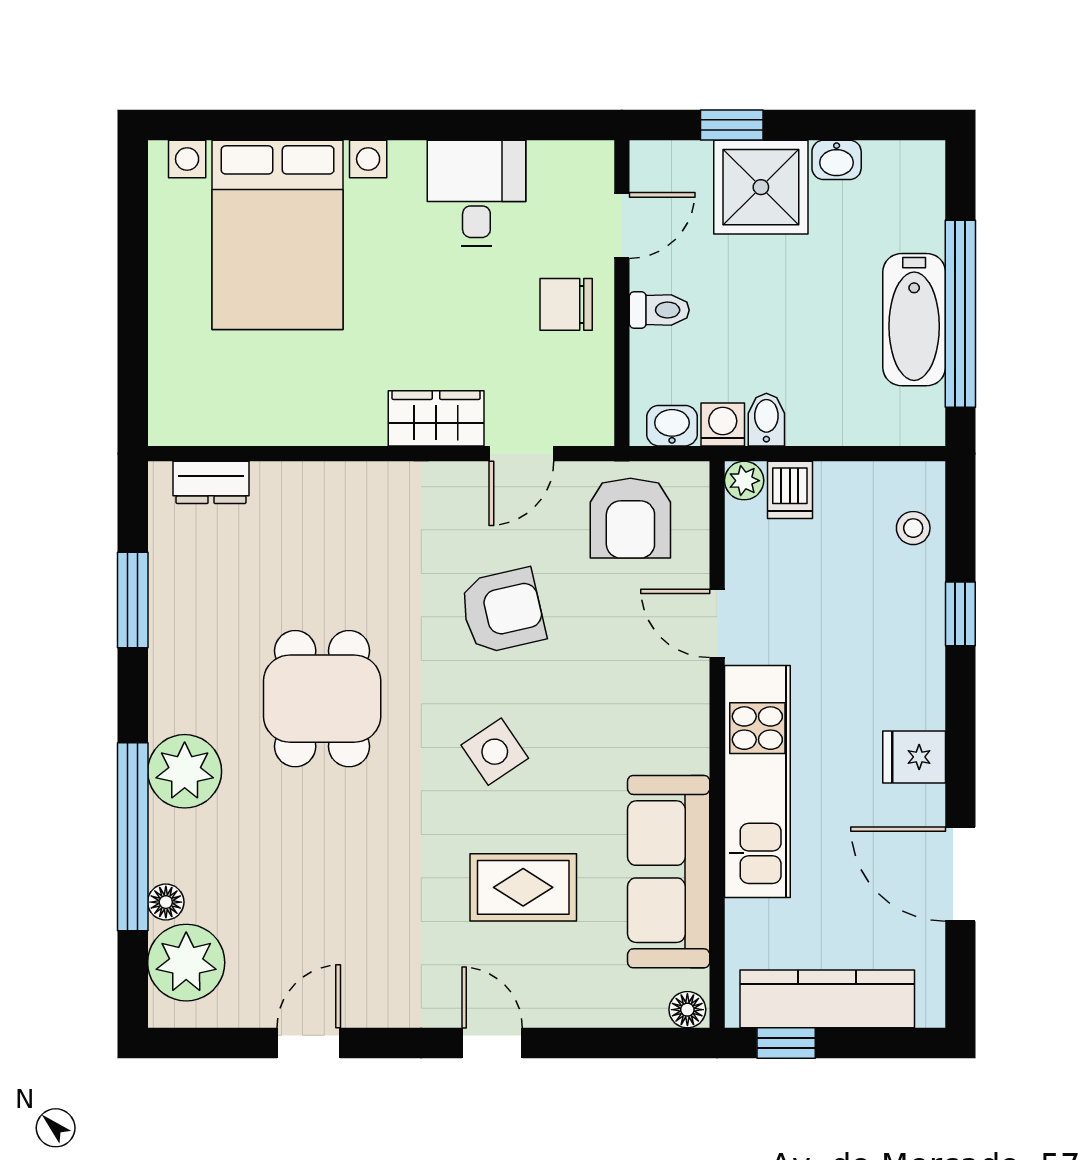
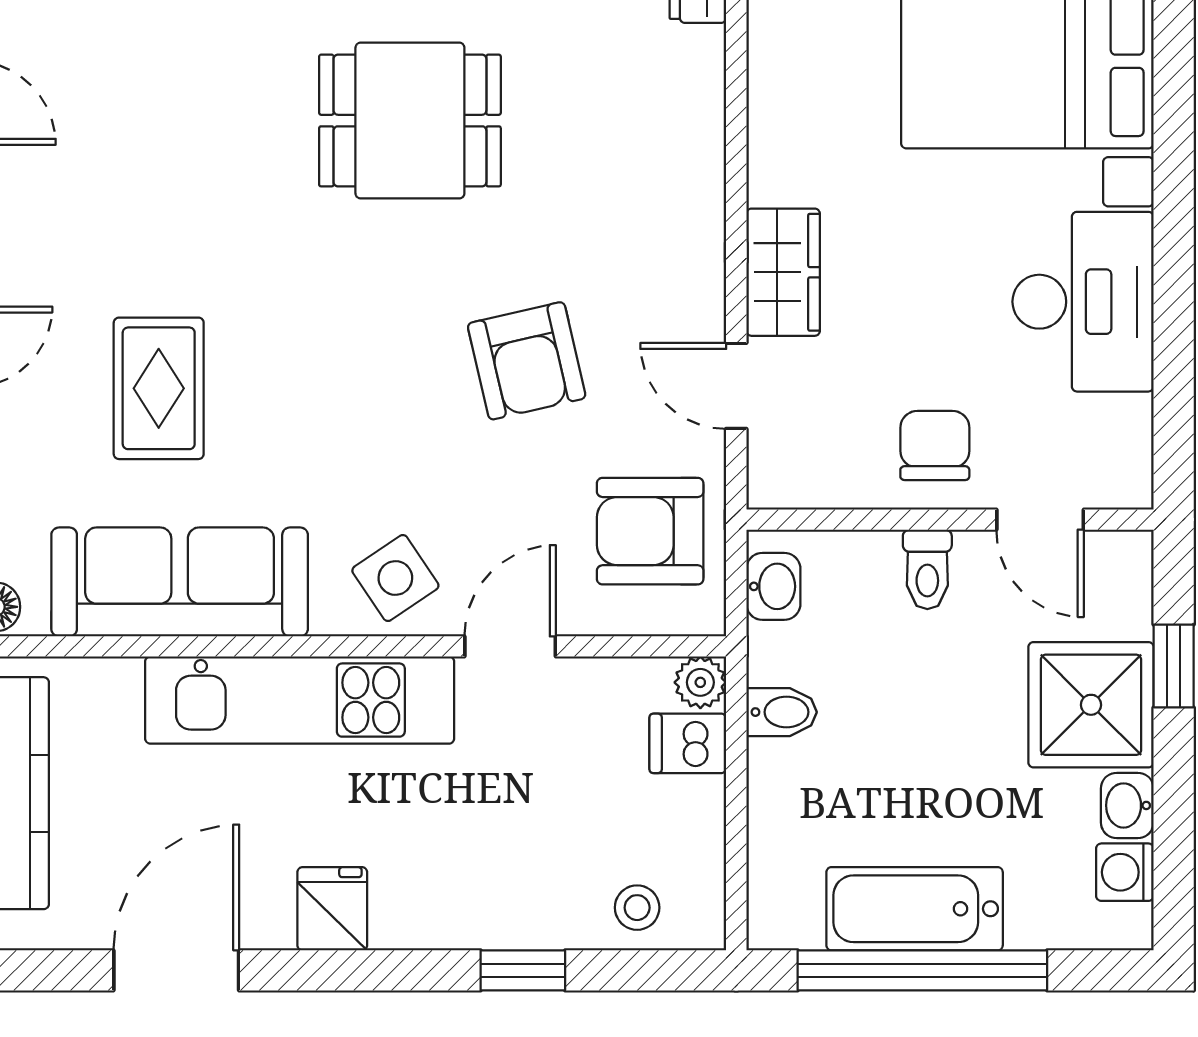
desk: (476, 193) -> (1083, 302), width x1.37
washing machine: (723, 424) -> (1125, 872), moved, turned 180
side table: (495, 752) -> (395, 578), moved

